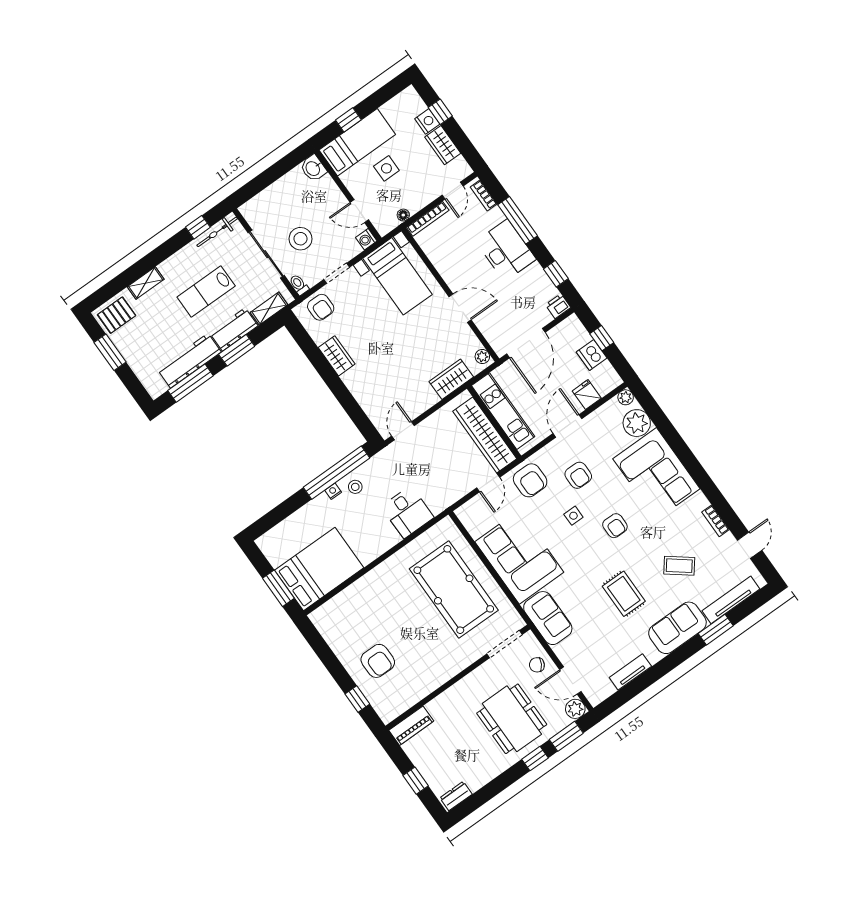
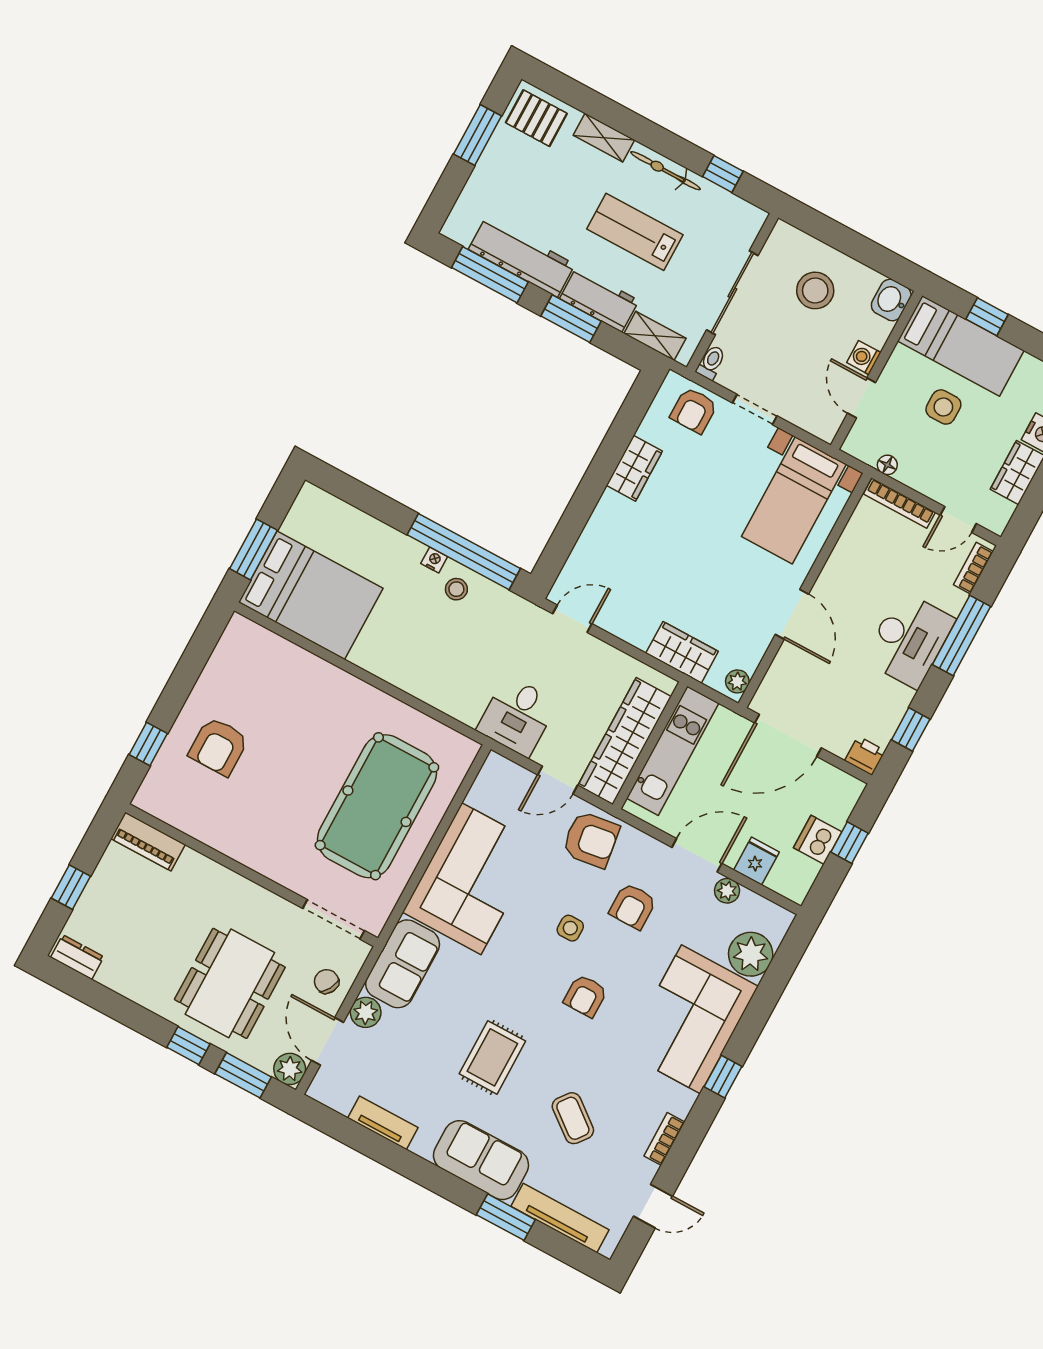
bicycle: (217, 232) -> (665, 171), moved
stool: (301, 239) -> (815, 290), moved
washing machine: (366, 239) -> (864, 358), moved
plant: (626, 397) -> (727, 891), moved
window: (697, 471) -> (723, 1077), added
armchair: (530, 480) -> (591, 840), turned -98
desk: (408, 512) -> (517, 716), moved
plant: (565, 652) -> (366, 1012), added

